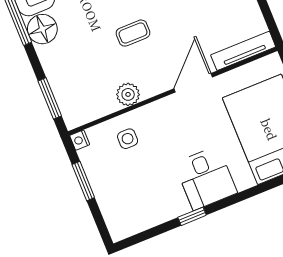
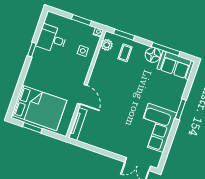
coffee table: (133, 33) -> (125, 53), moved
plant: (128, 94) -> (107, 45), moved
desk: (206, 178) -> (52, 39), moved

